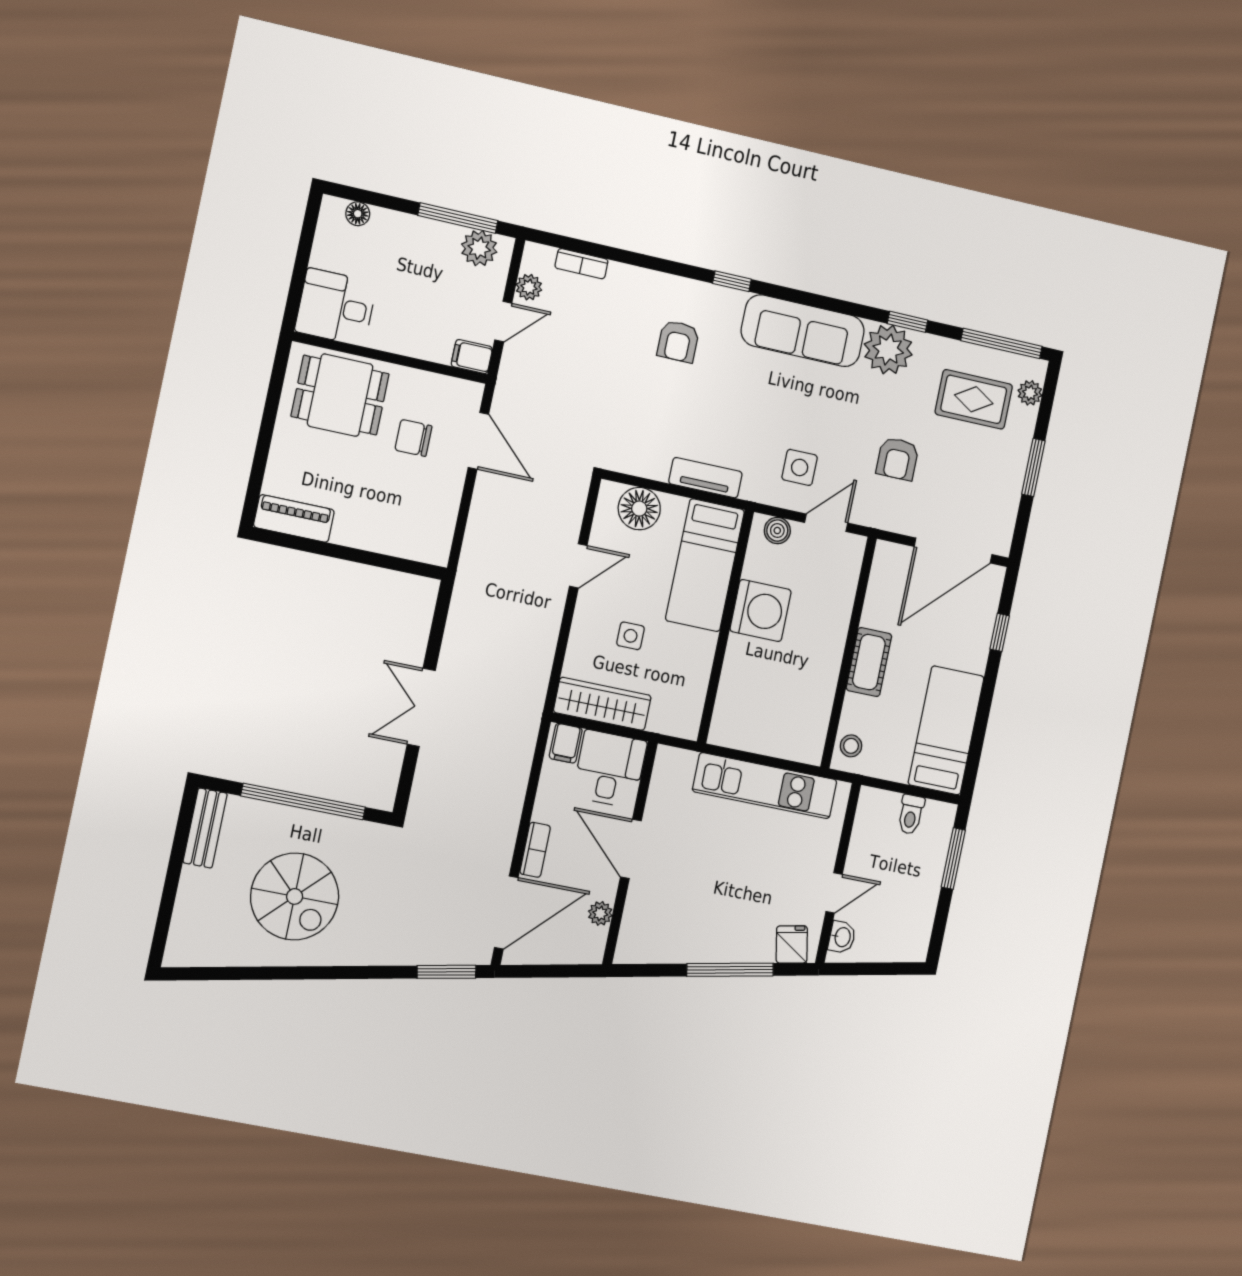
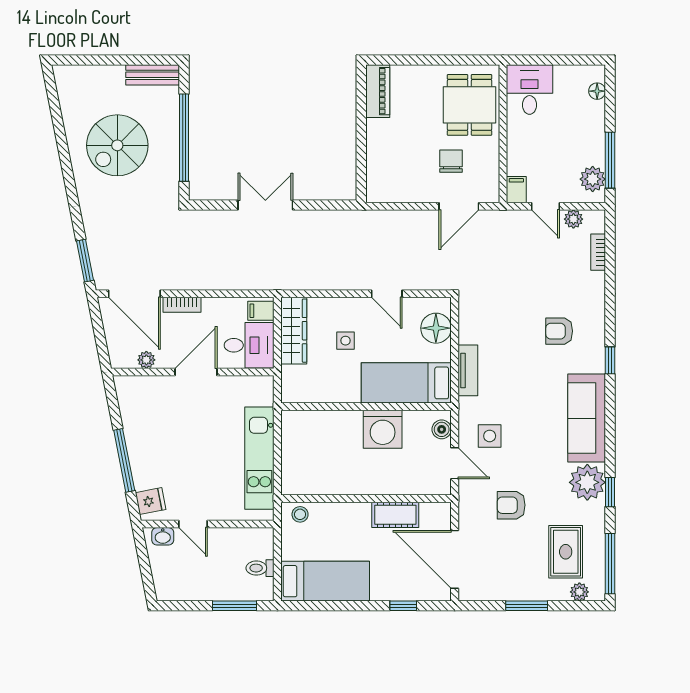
cot: (869, 662) -> (395, 515), moved

